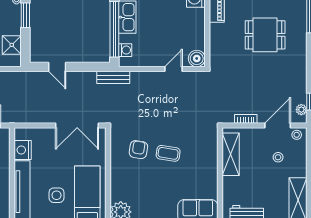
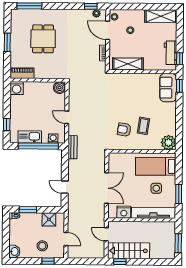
door: (57, 67) -> (65, 187), swing flipped
door: (174, 69) -> (67, 117), moved
double door: (77, 126) -> (107, 188), moved
coffee table: (168, 153) -> (143, 126), moved

